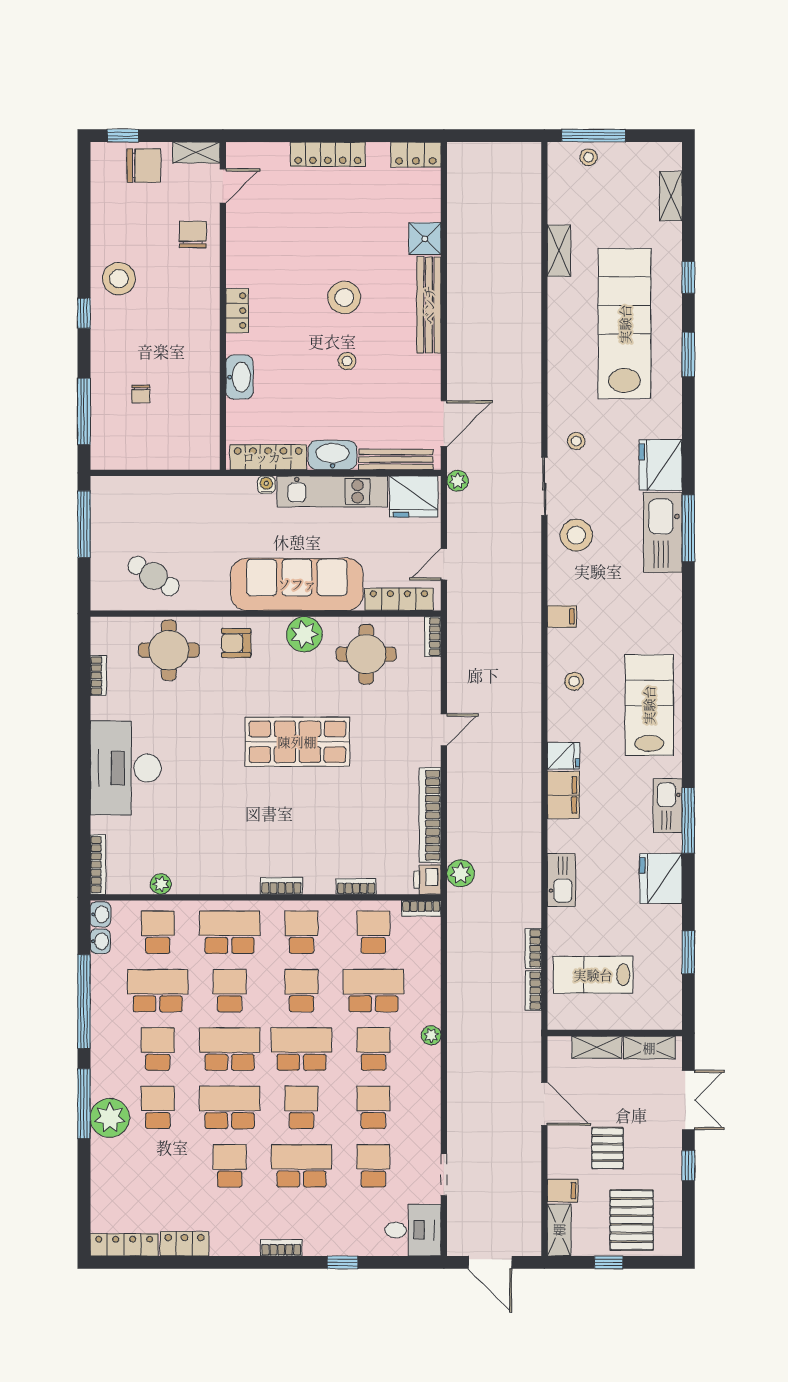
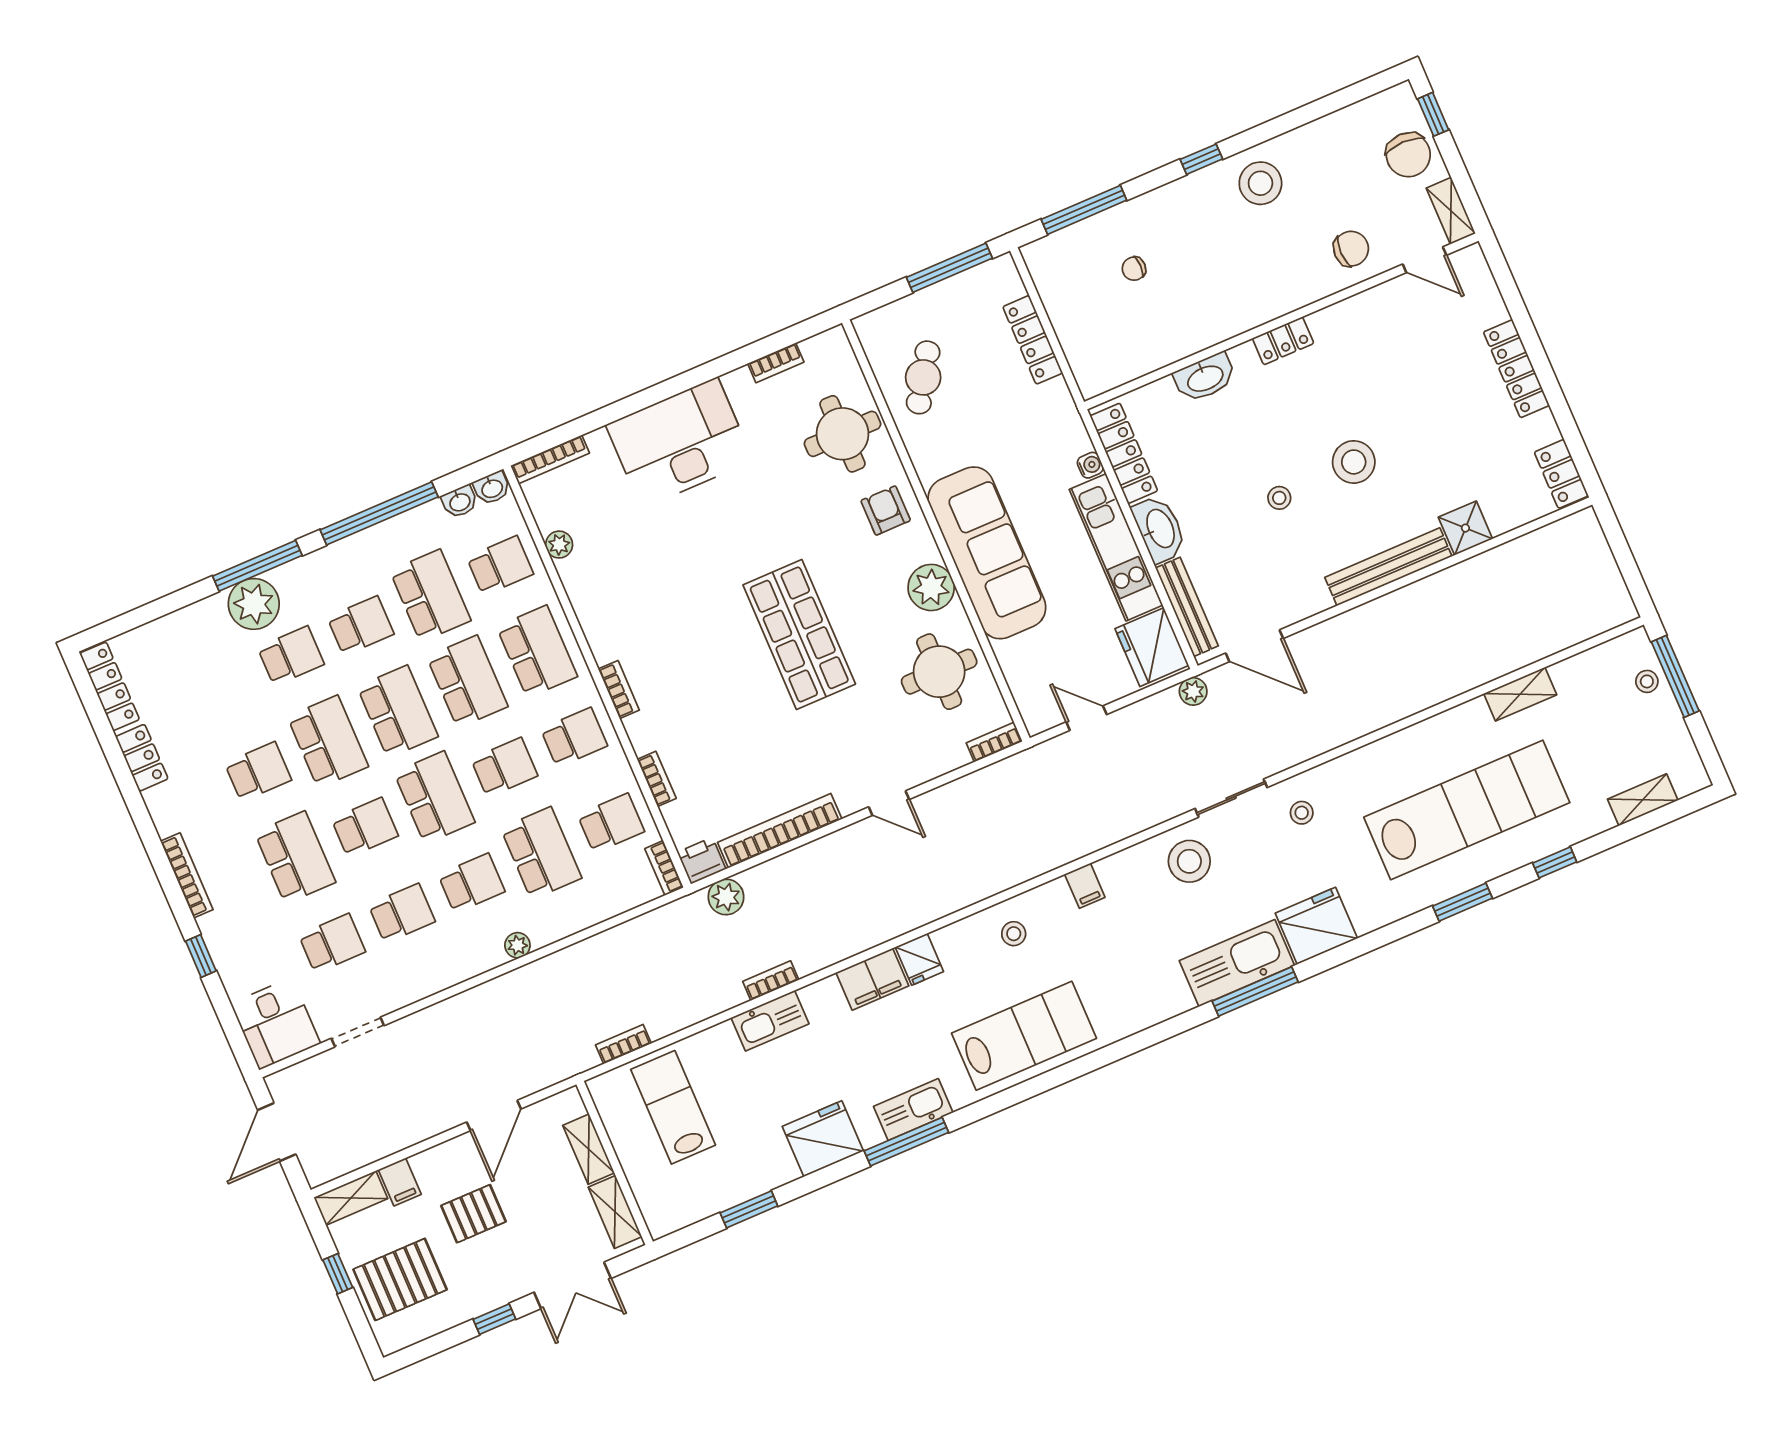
locker: (399, 599) -> (1033, 340), moved, turned 180
bookcase: (533, 948) -> (771, 981), moved
school desk: (230, 991) -> (467, 682), width x1.85
bookcase: (281, 1248) -> (187, 875), width x1.56

